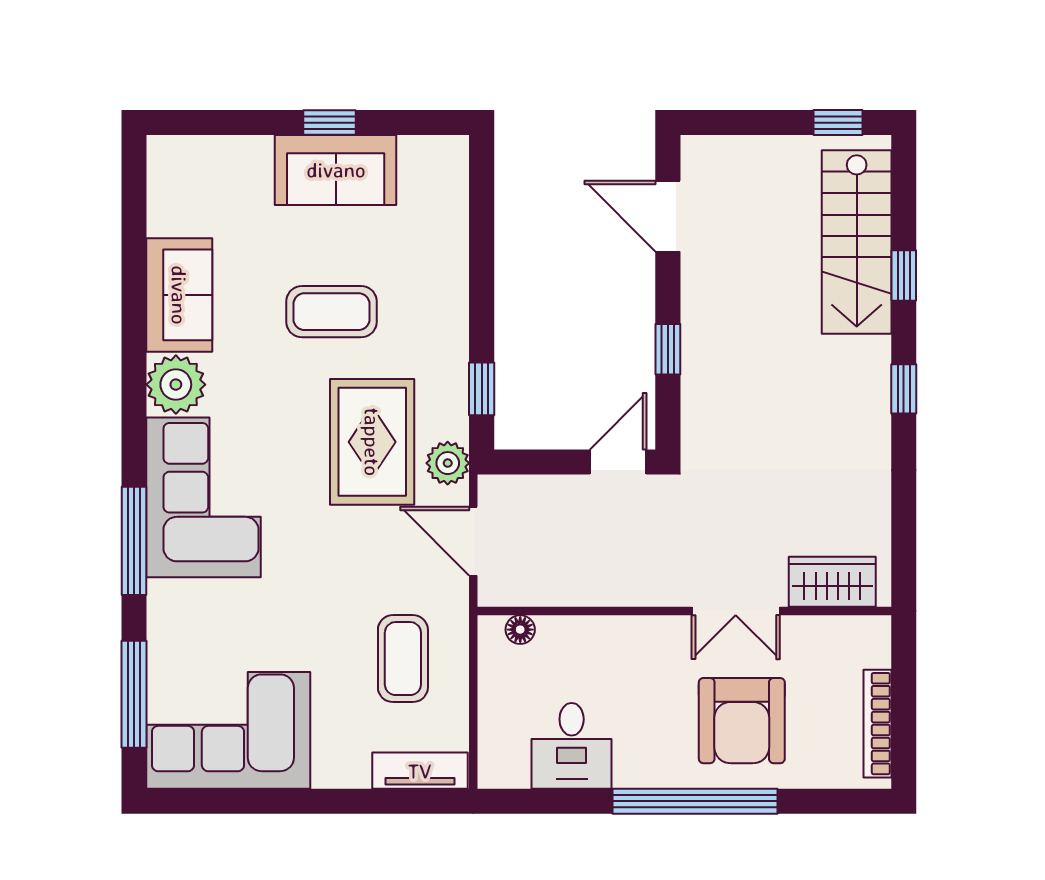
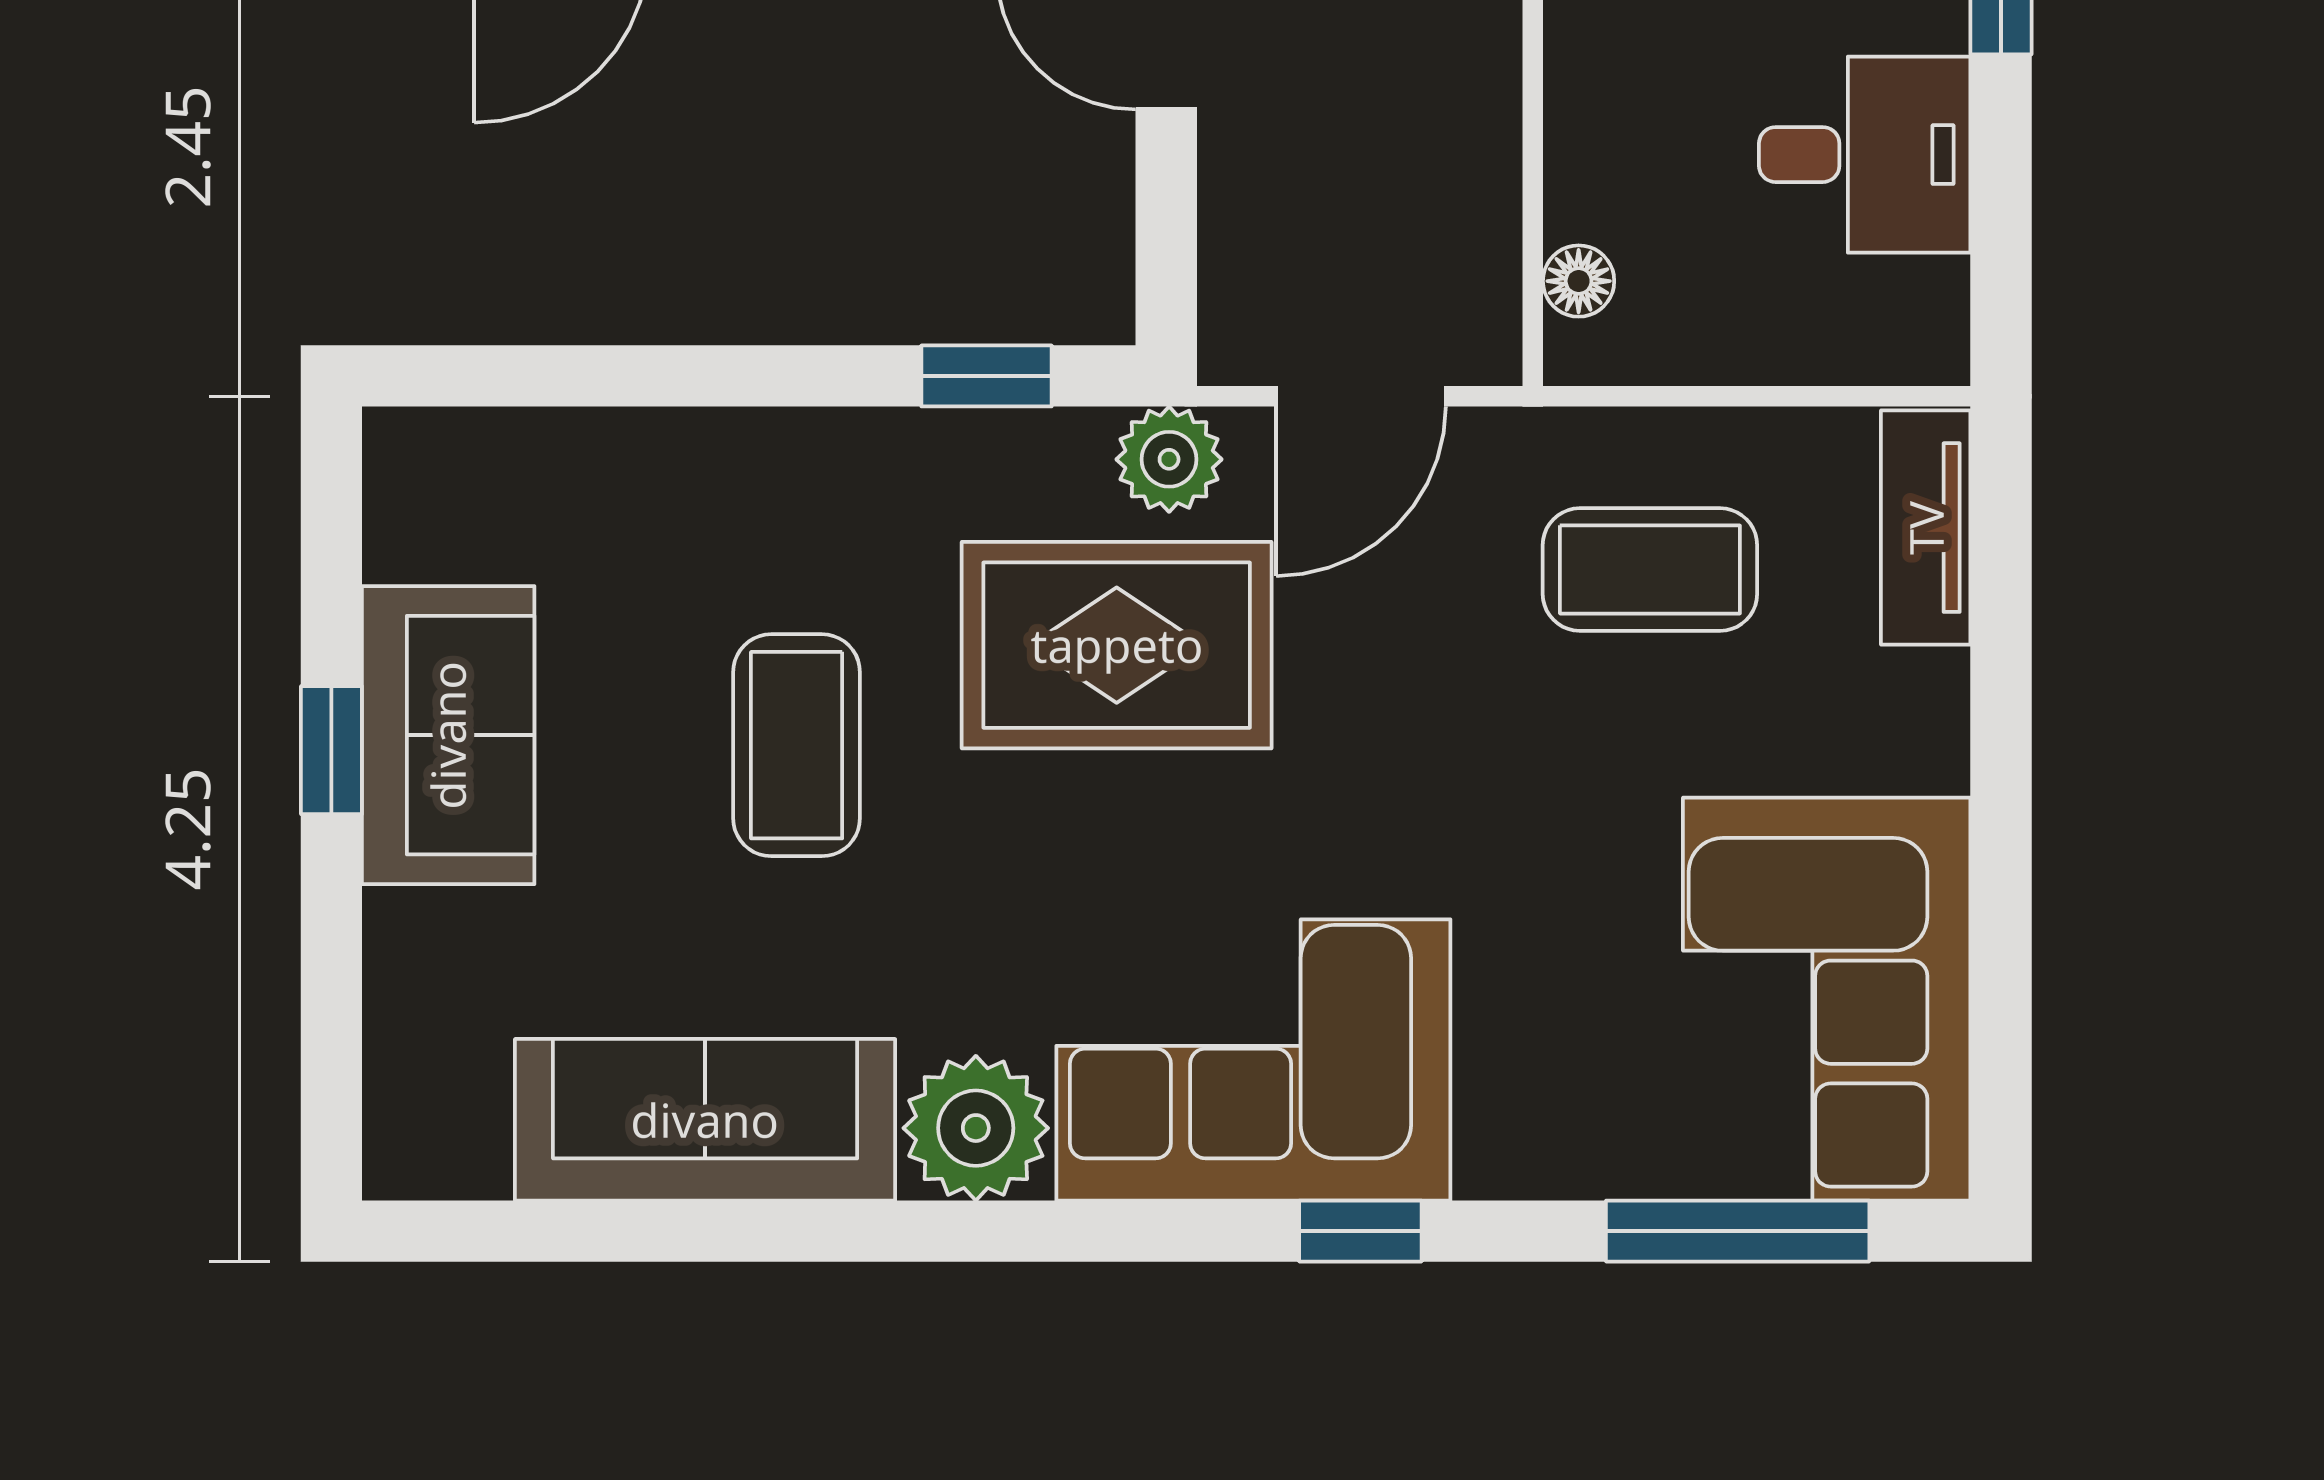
sofa: (179, 295) -> (705, 1120), width x1.36
window: (134, 541) -> (1360, 1231), width x0.46

